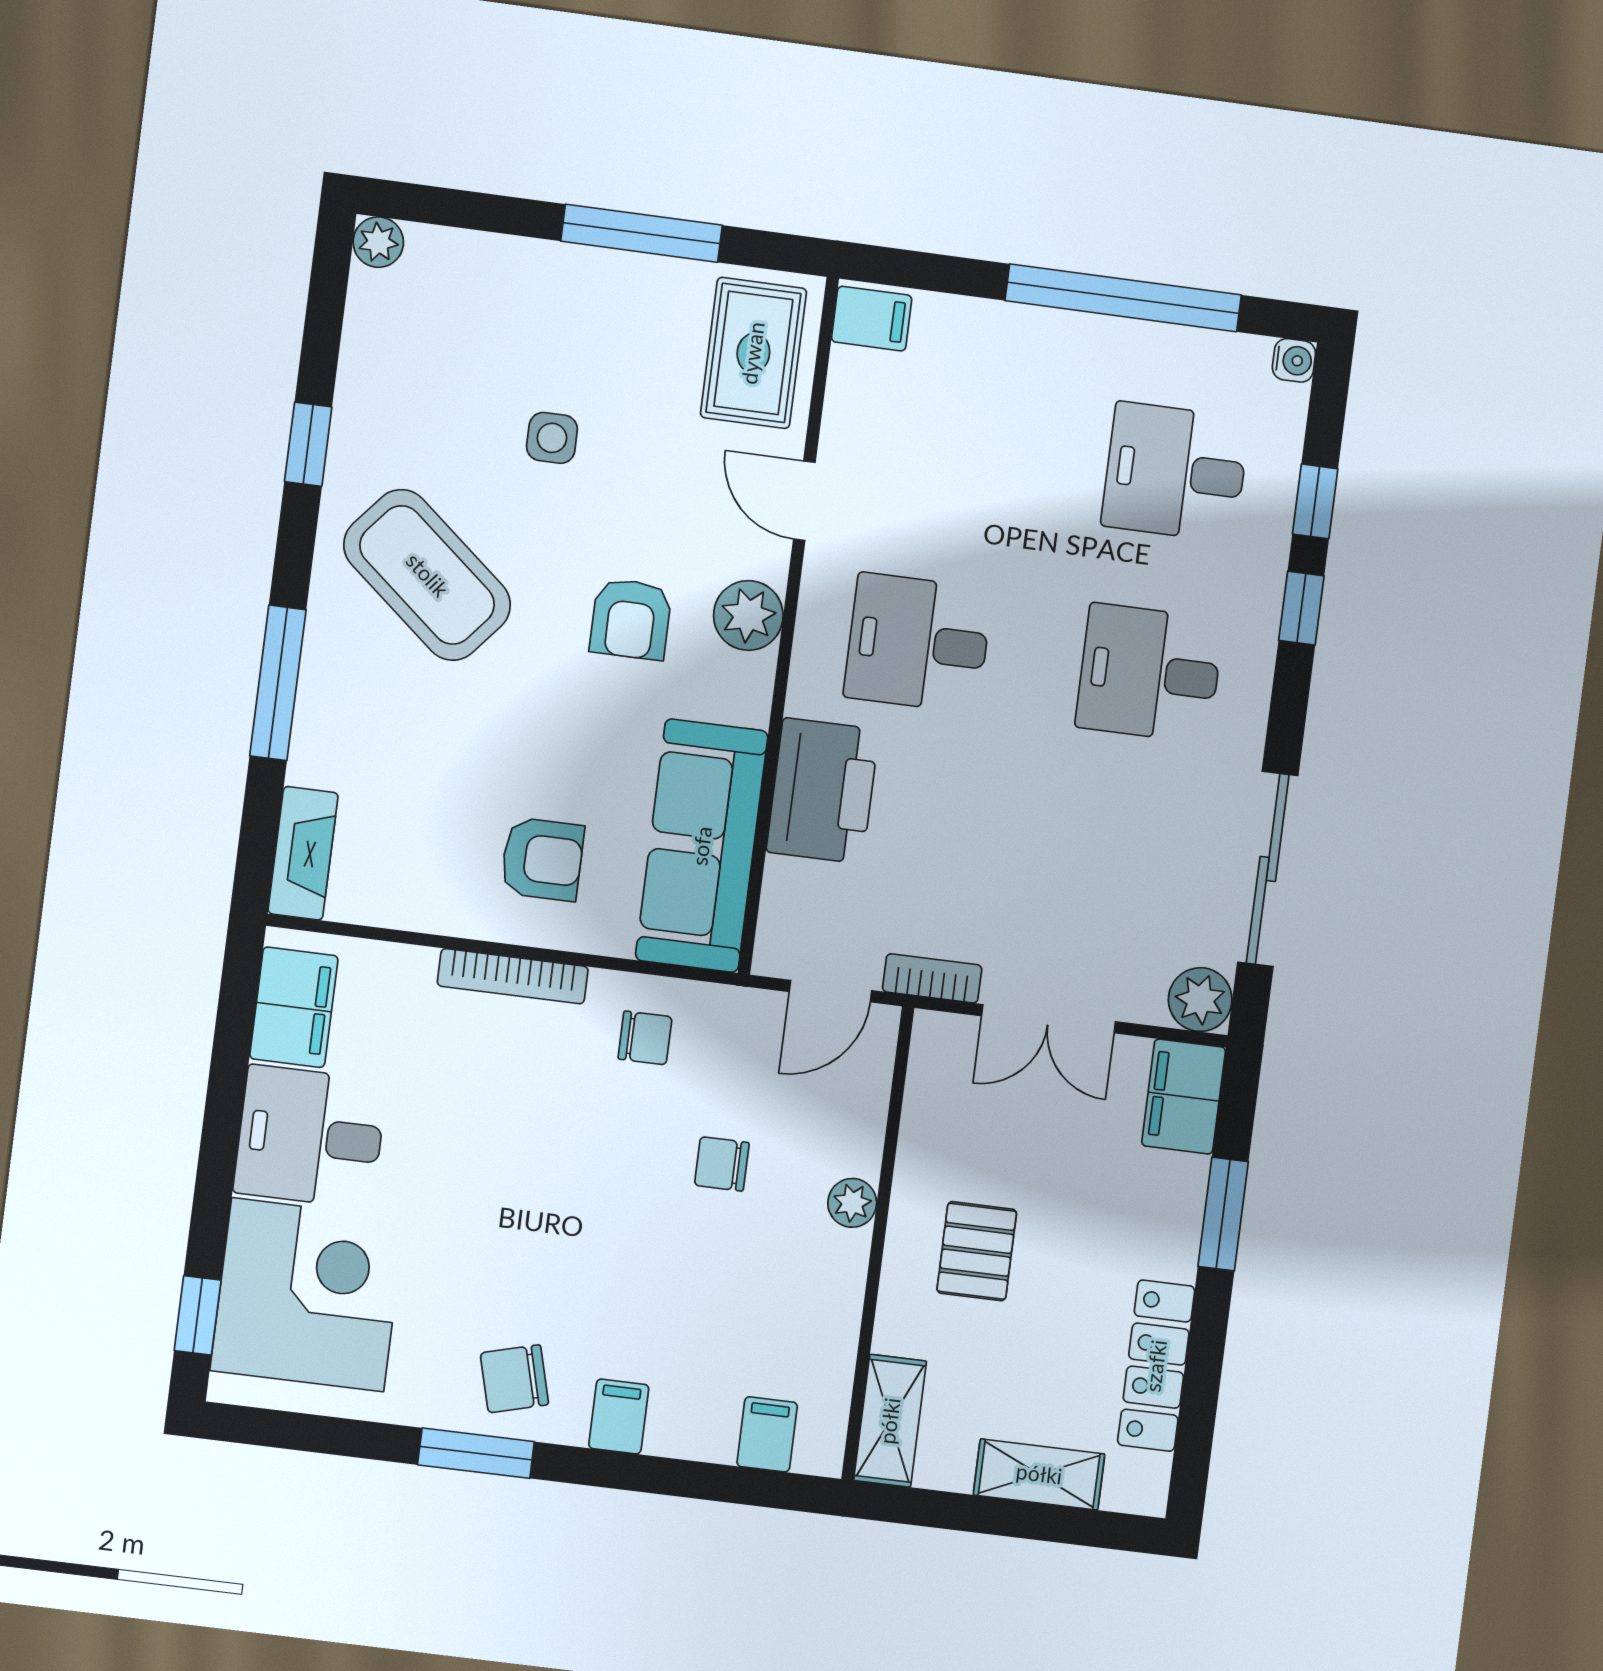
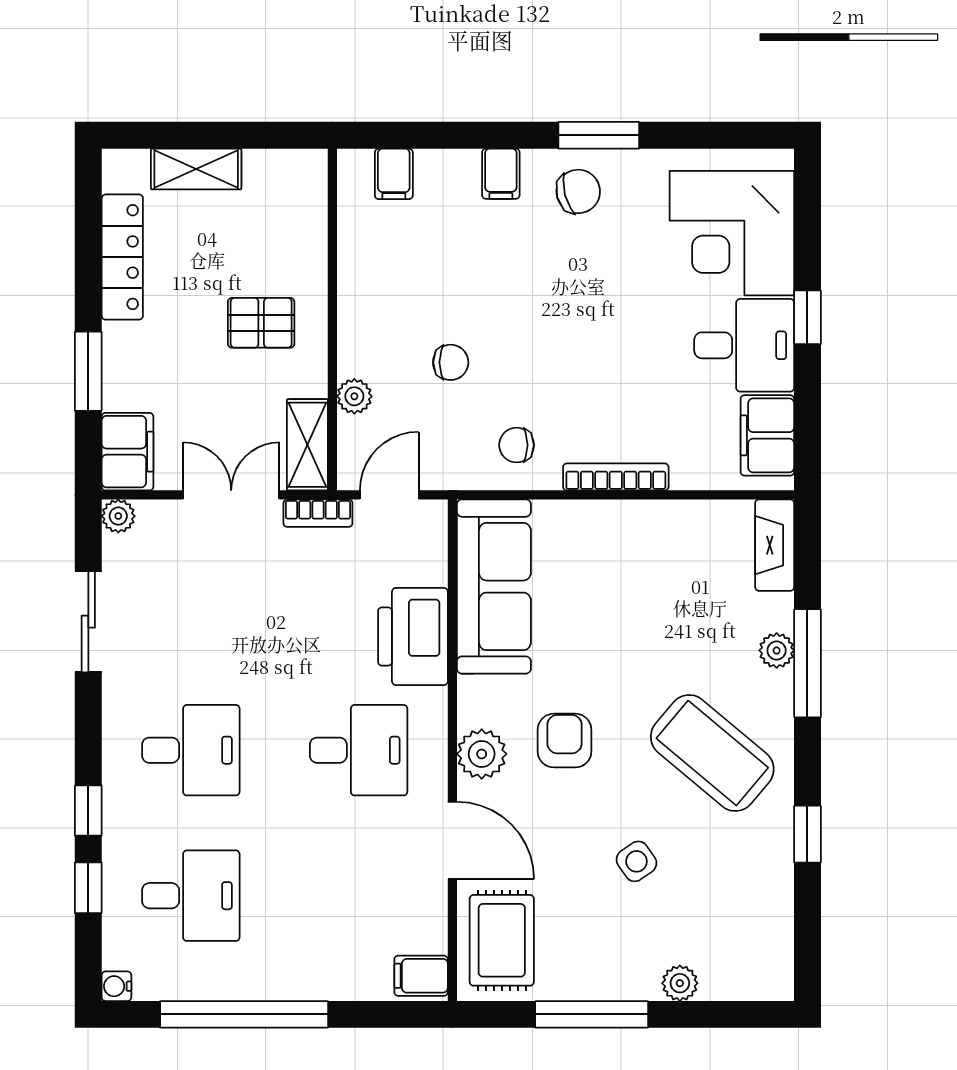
plant: (378, 242) -> (680, 983), moved
side table: (552, 438) -> (636, 861), turned -35
door: (804, 501) -> (452, 840), width x1.38
plant: (319, 706) -> (777, 650), added
armchair: (542, 859) -> (605, 563), removed
sliding door: (1268, 869) -> (88, 622), width x0.73
plant: (1200, 1000) -> (118, 516), width x0.73, depth x0.73
plant: (852, 1203) -> (354, 396), moved
pallet: (977, 1251) -> (261, 323), turned 90
window: (198, 1315) -> (807, 317), moved
shelving: (890, 1421) -> (307, 445), moved

